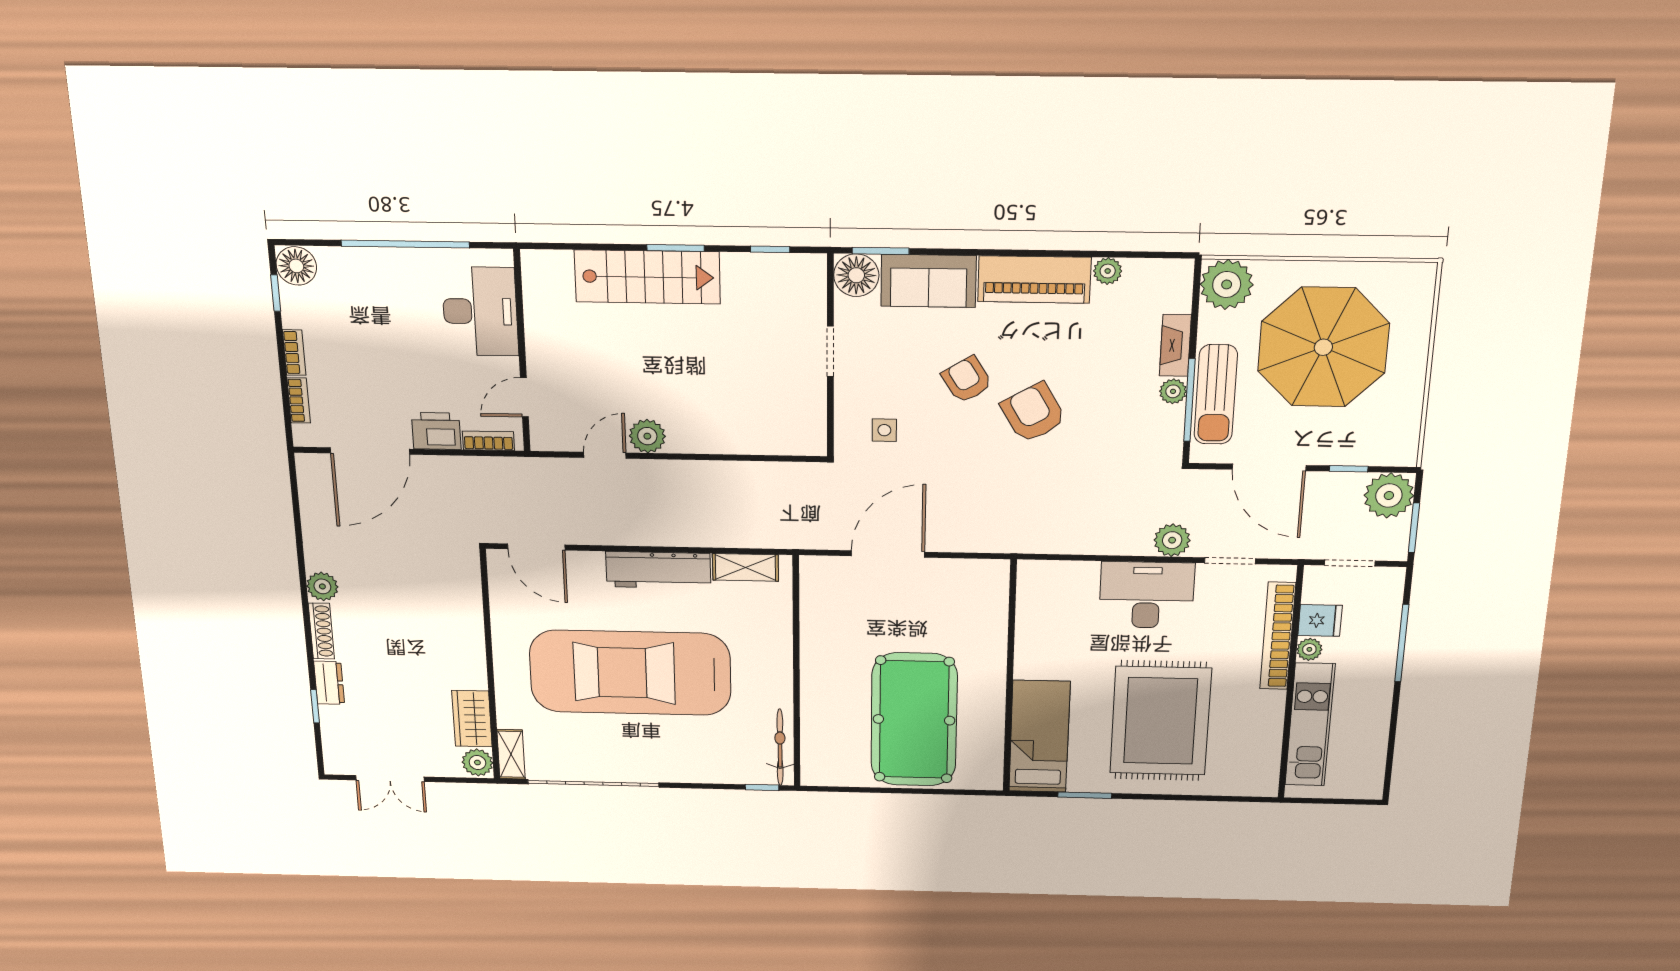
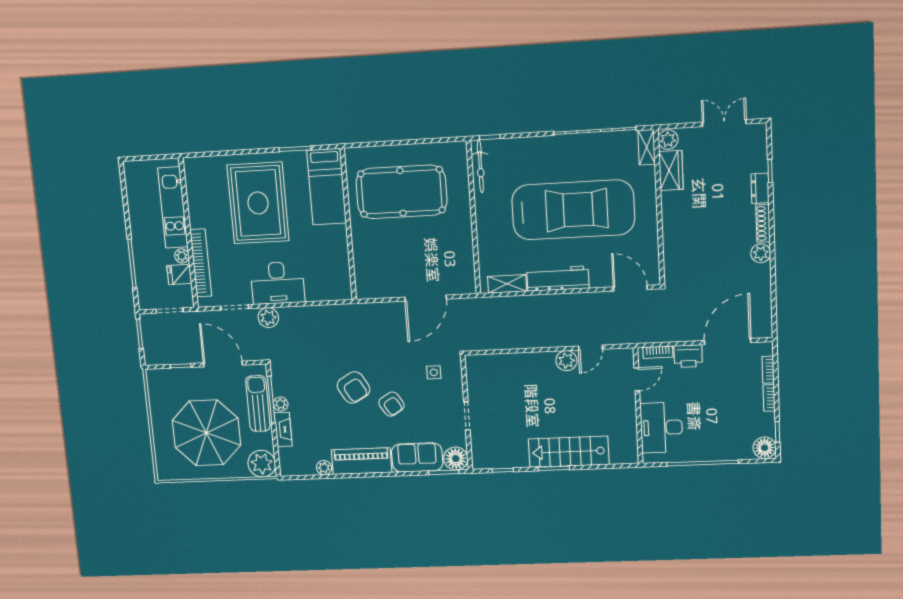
plant: (1389, 496) -> (157, 352), removed
pool table: (914, 720) -> (401, 192), turned 90

